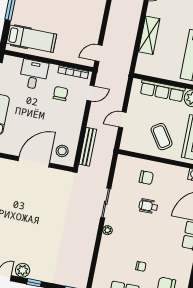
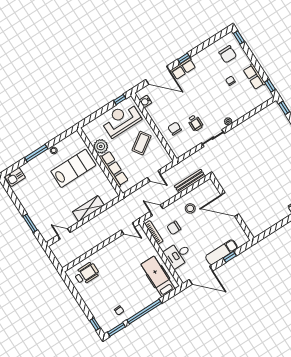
stool: (62, 151) -> (190, 208), moved
wheelchair: (148, 206) -> (195, 123), moved

